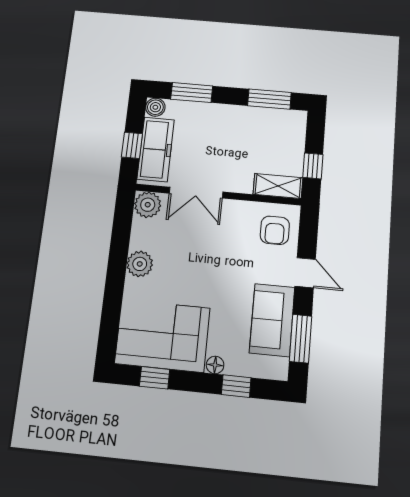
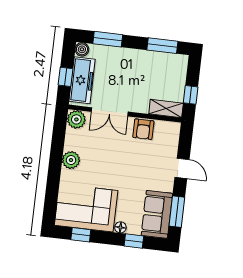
armchair: (275, 230) -> (143, 129), moved
sofa: (272, 320) -> (157, 214), moved

